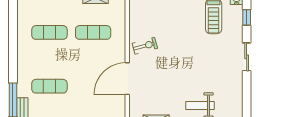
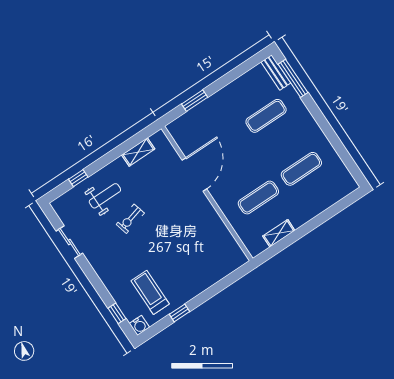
exercise bike: (145, 46) -> (130, 219), moved
sliding door: (247, 57) -> (69, 242), moved

